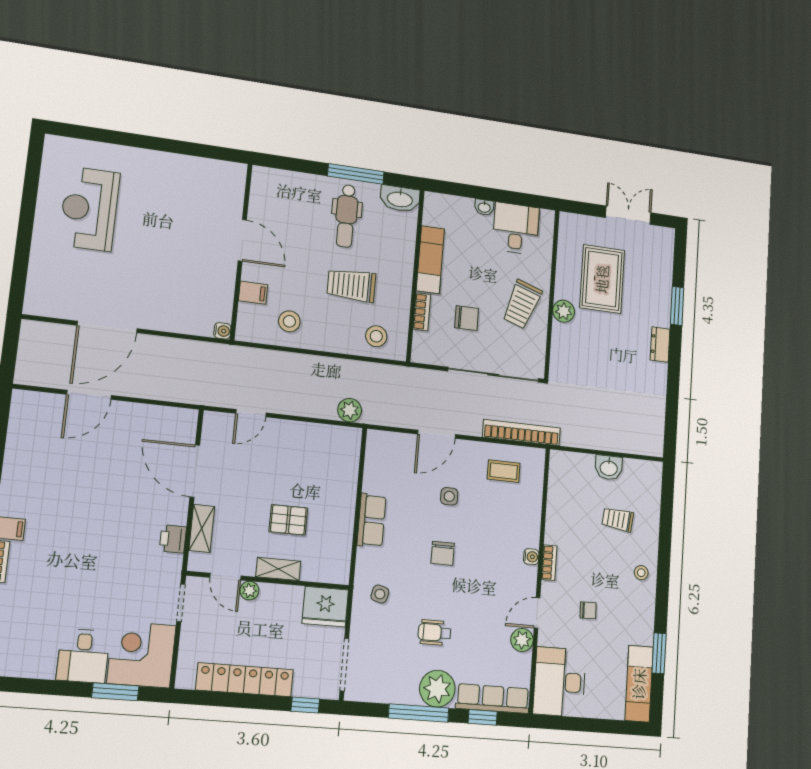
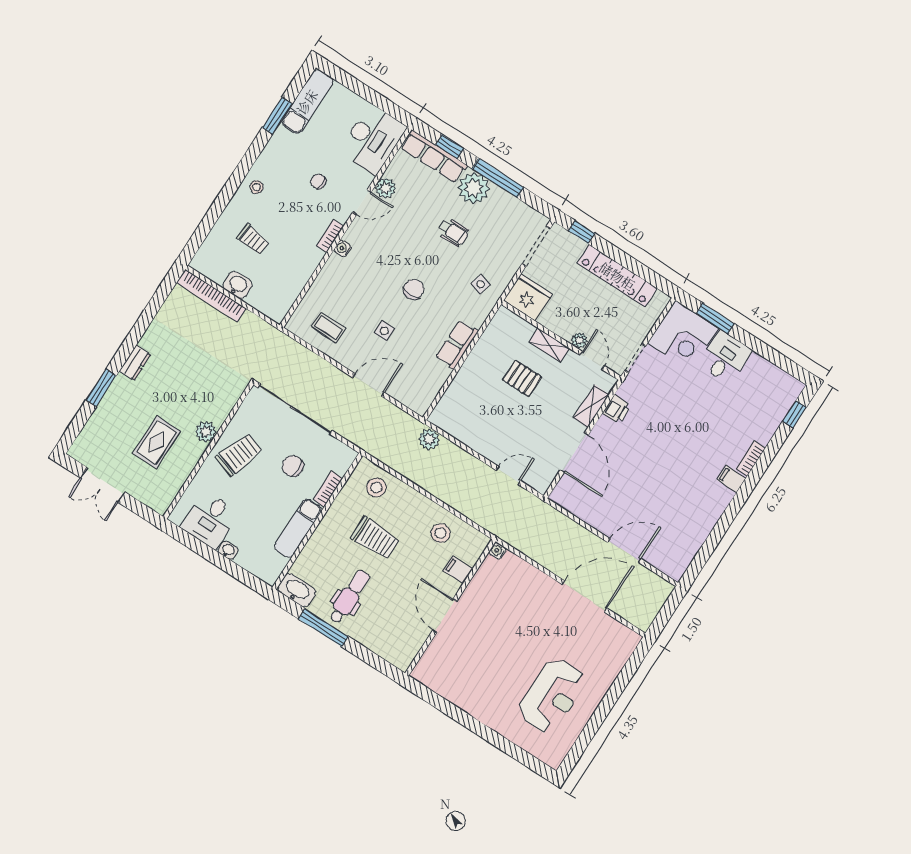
rug: (602, 279) -> (157, 442), width x0.73, depth x0.70
bookcase: (522, 433) -> (211, 296), moved

